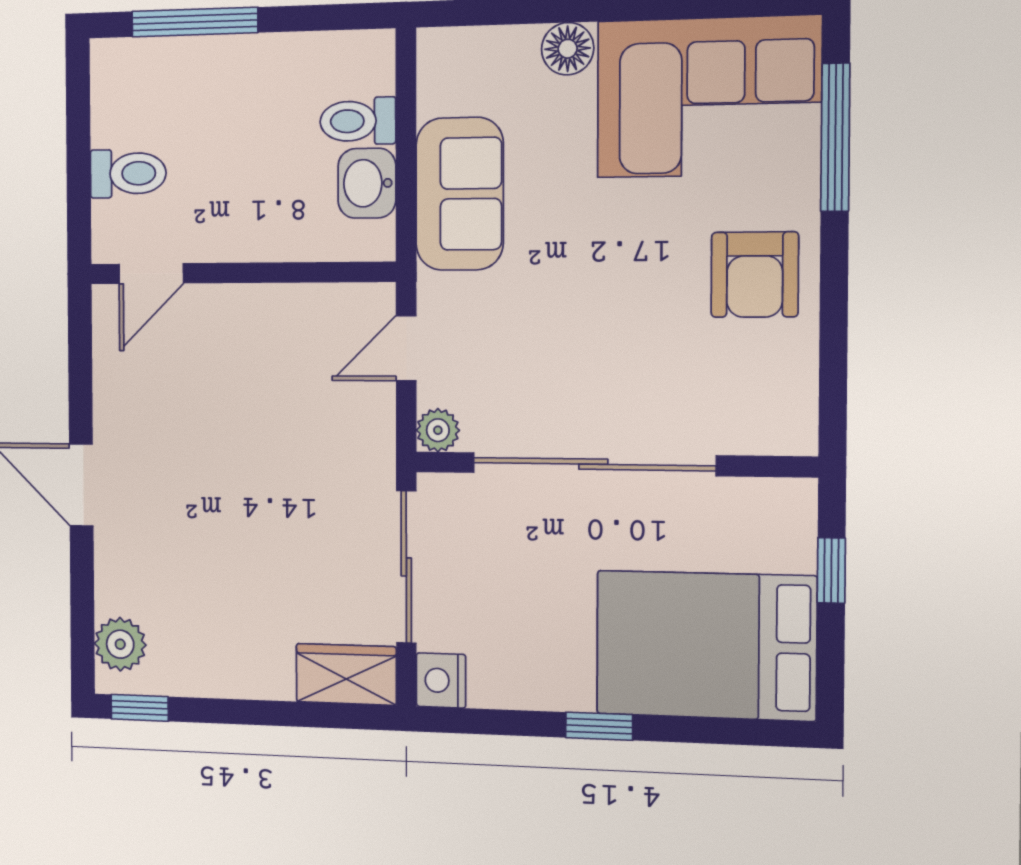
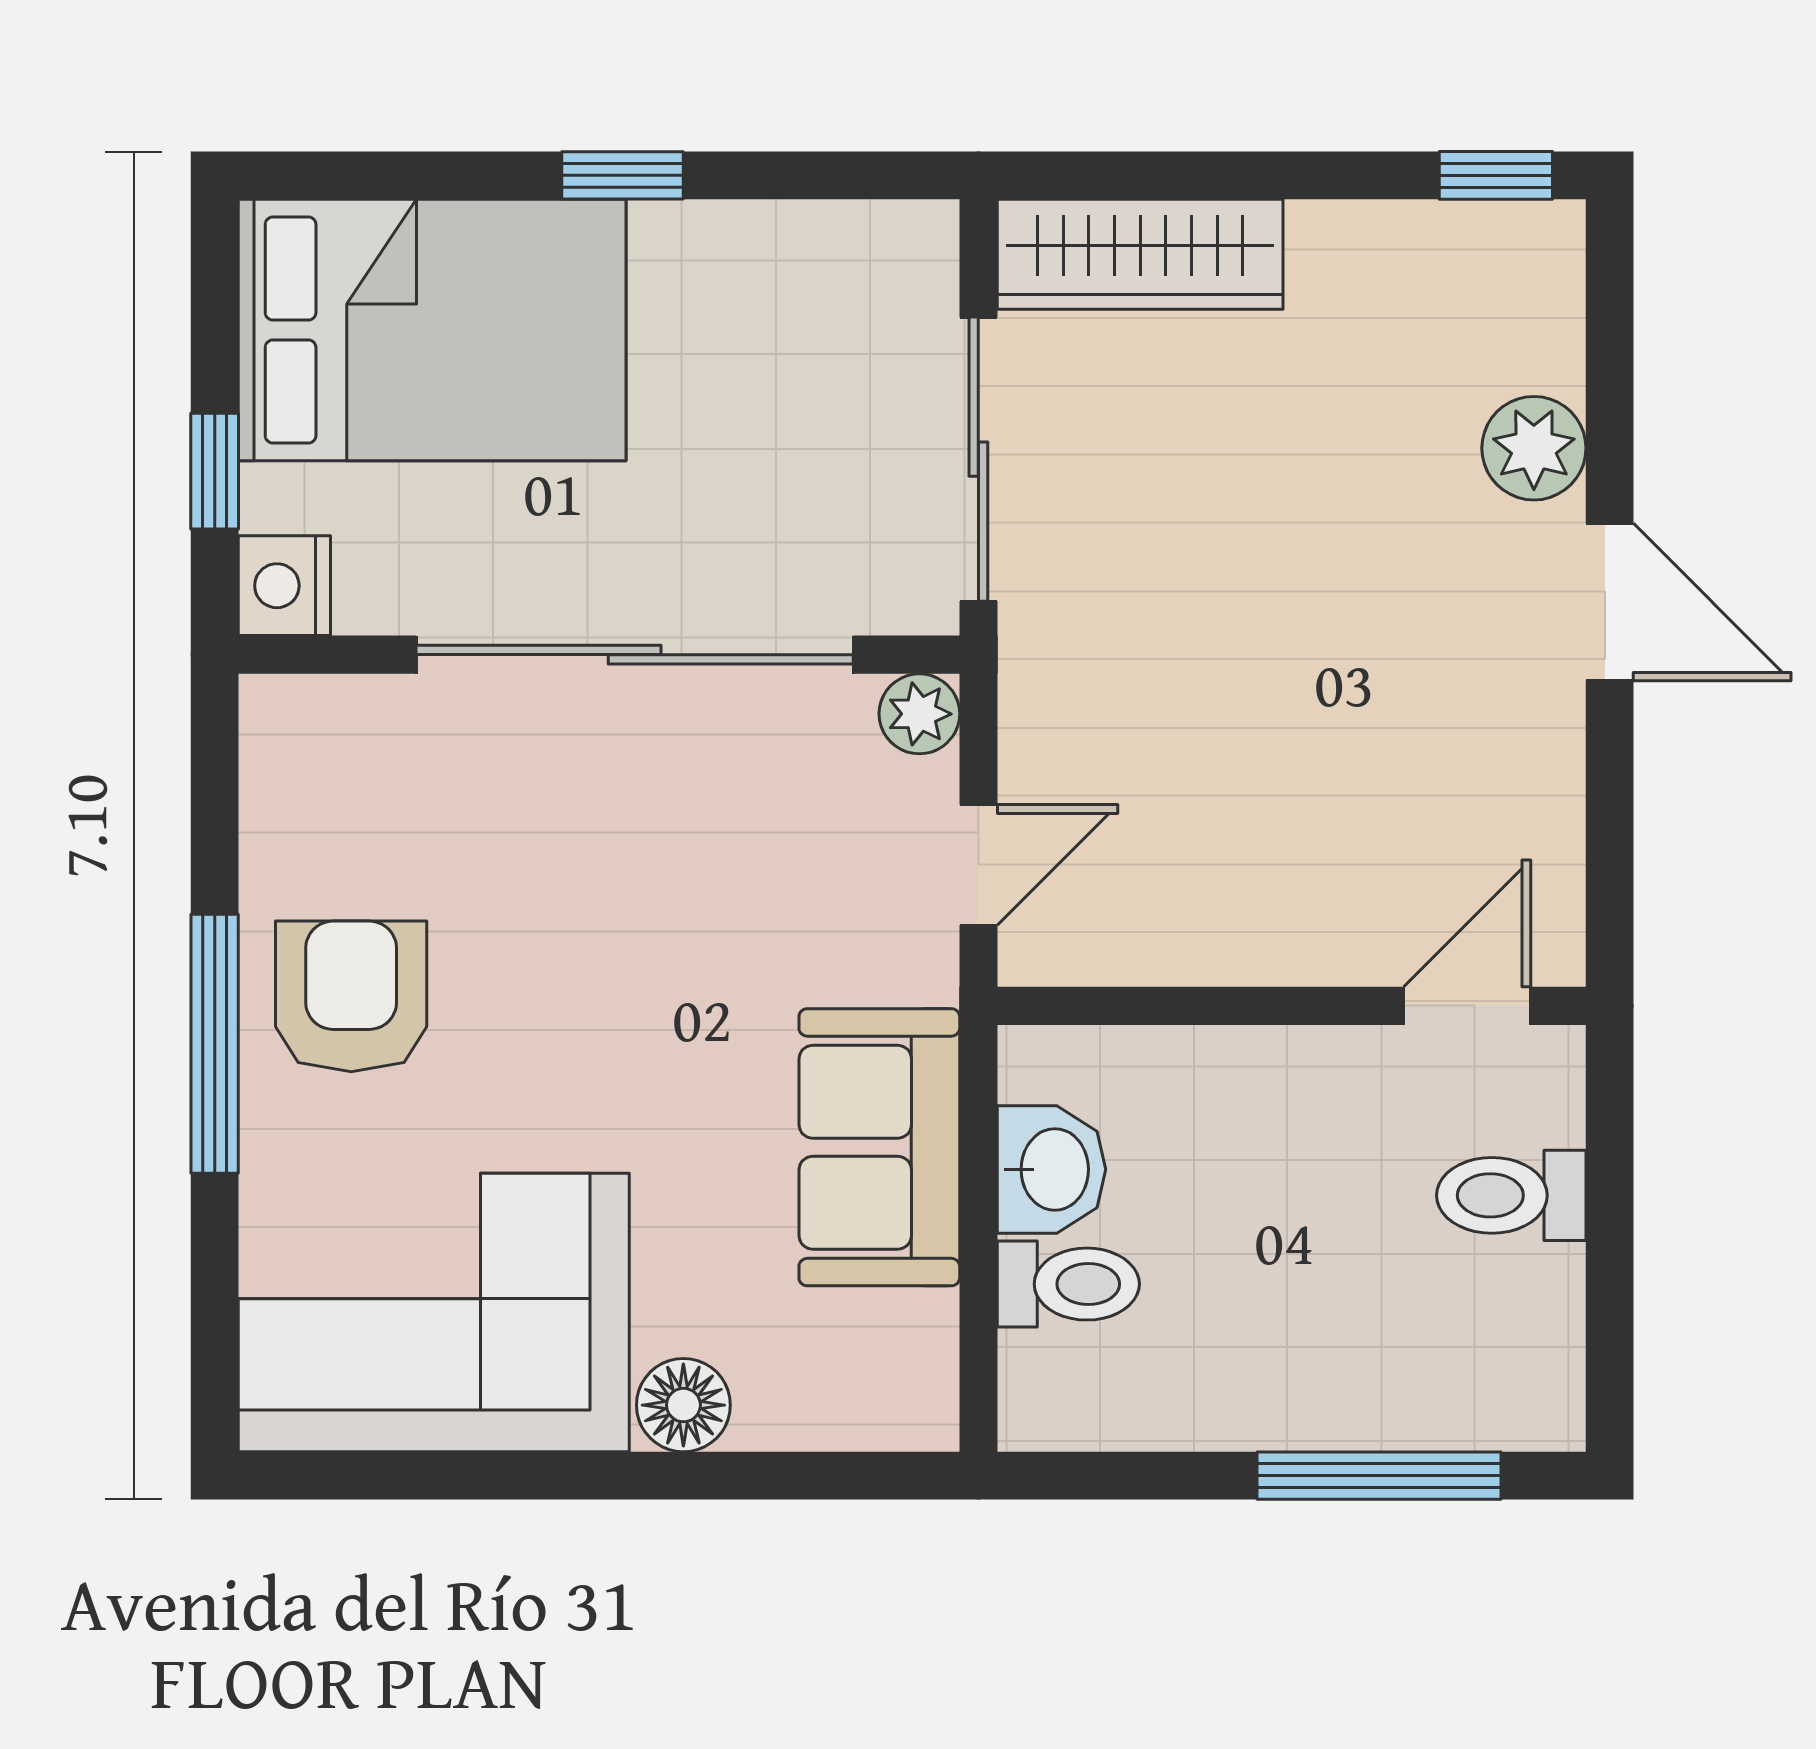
window: (835, 137) -> (215, 1044), moved
plant: (120, 644) -> (1534, 448), moved
wardrobe: (346, 674) -> (1140, 254), width x1.50
nightstand: (441, 680) -> (284, 586), moved, turned 180

